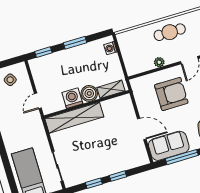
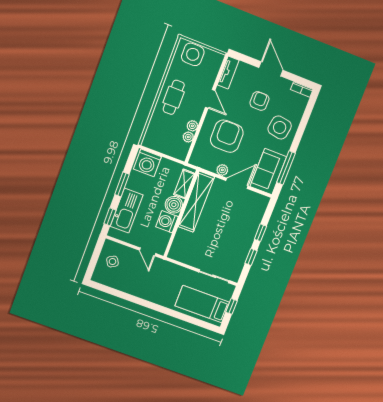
washing machine: (110, 48) -> (147, 163), width x1.89, depth x1.89
kitchen sink: (58, 61) -> (127, 211), added
plant: (149, 65) -> (188, 137), added
plant: (143, 110) -> (222, 170), added
shelving: (74, 118) -> (196, 202), moved

